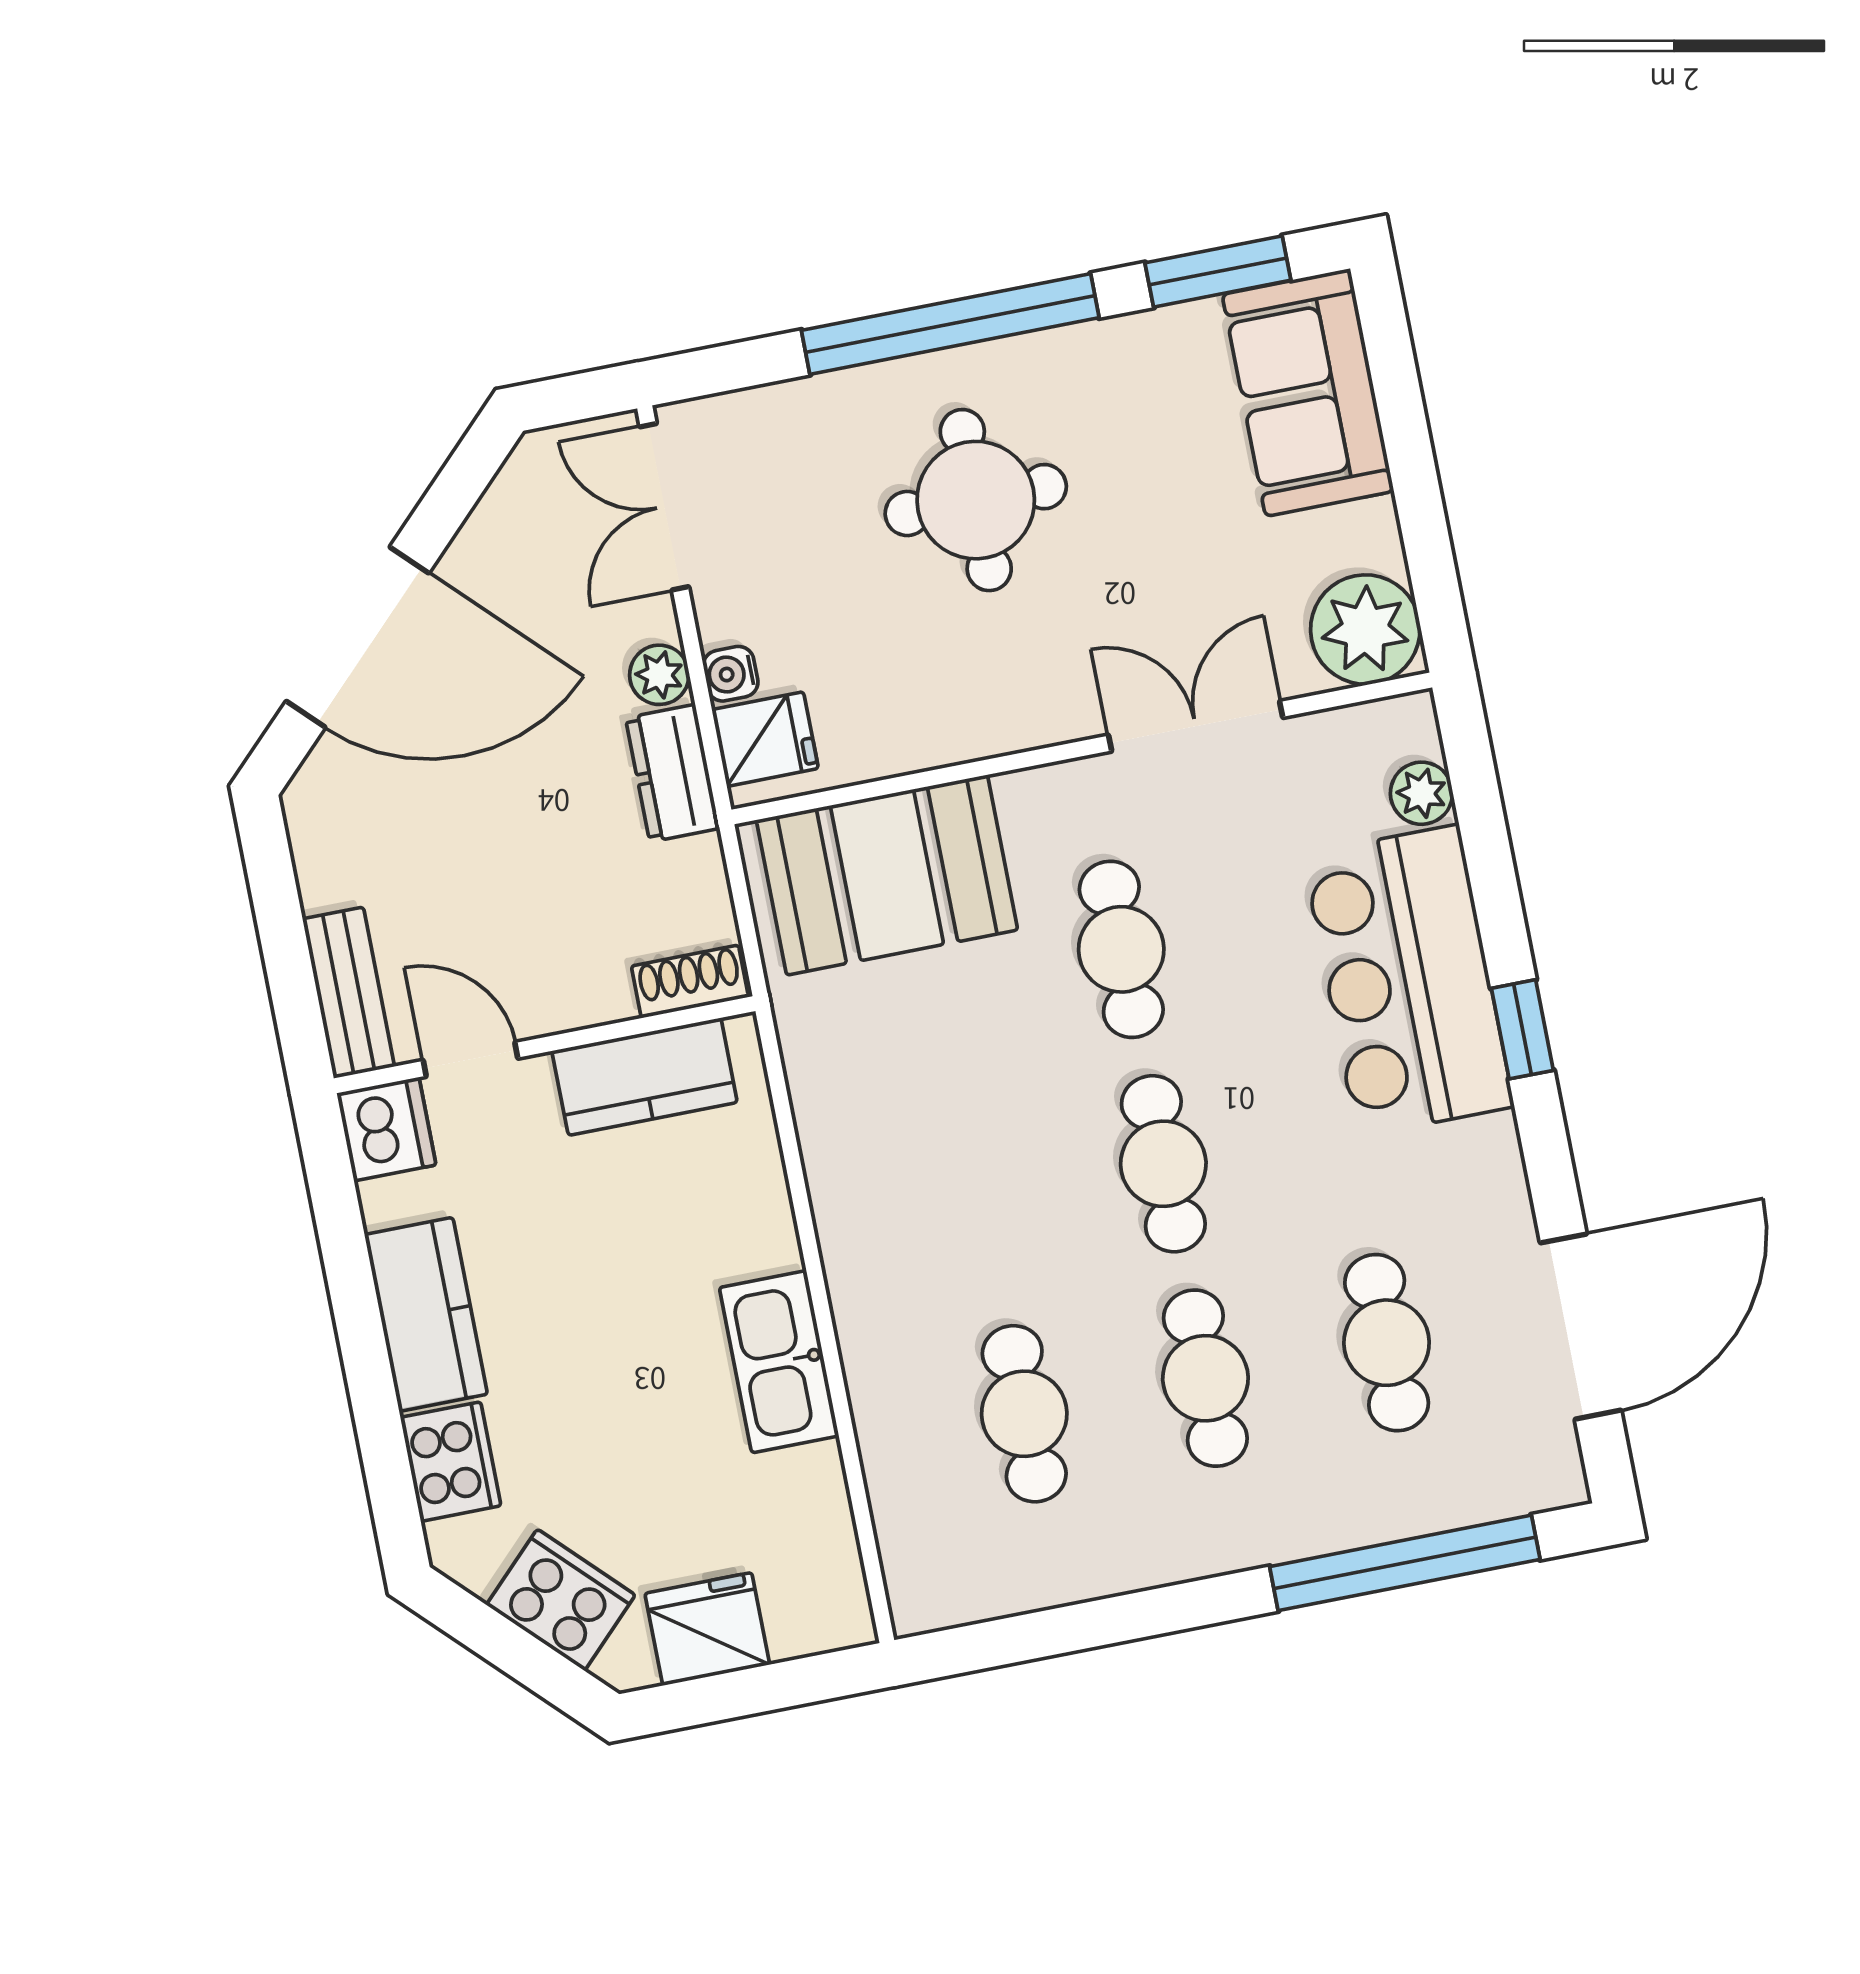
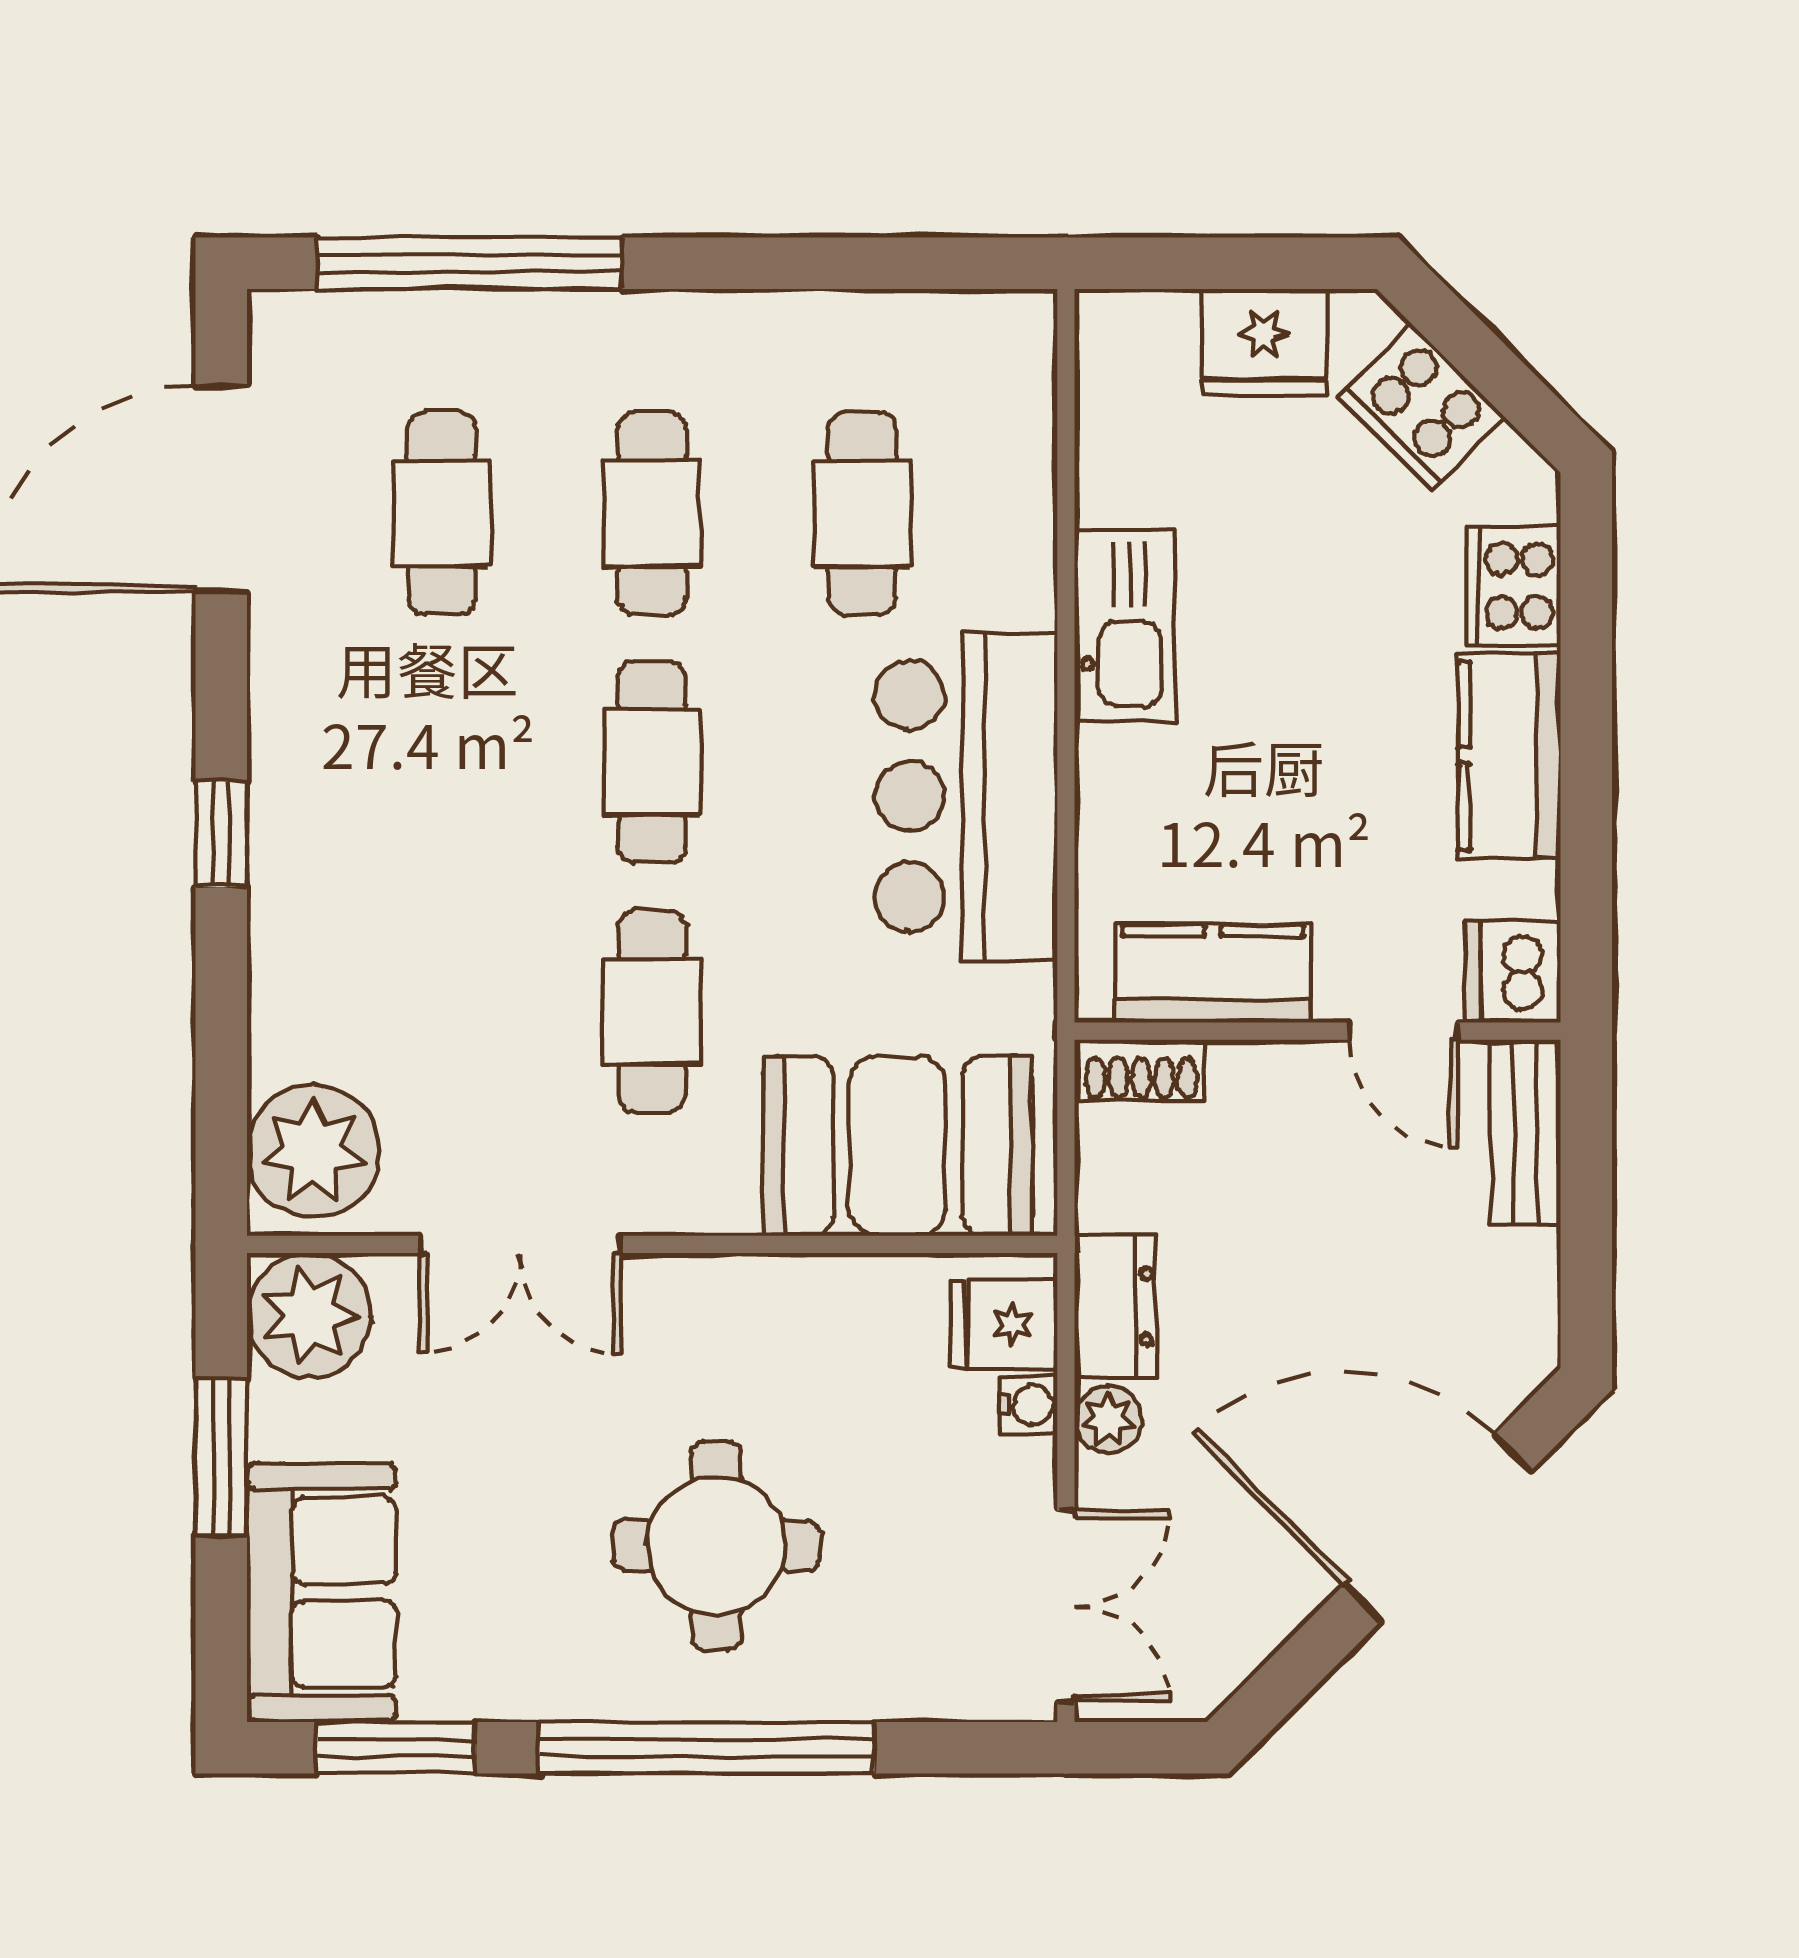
window: (1417, 493) -> (221, 1457), added
plant: (1422, 793) -> (313, 1151), width x1.88, depth x1.88
bar counter: (1408, 981) -> (966, 796), moved, turned 180

